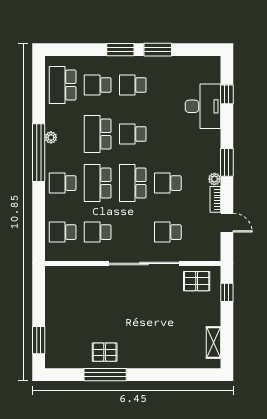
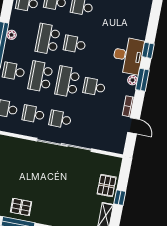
window: (227, 94) -> (148, 50), moved
desk: (203, 106) -> (128, 56), moved
plant: (214, 179) -> (133, 80), moved
school desk: (168, 232) -> (60, 119), moved
pallet: (197, 281) -> (107, 186), moved, turned 90
window: (227, 292) -> (120, 198), moved

